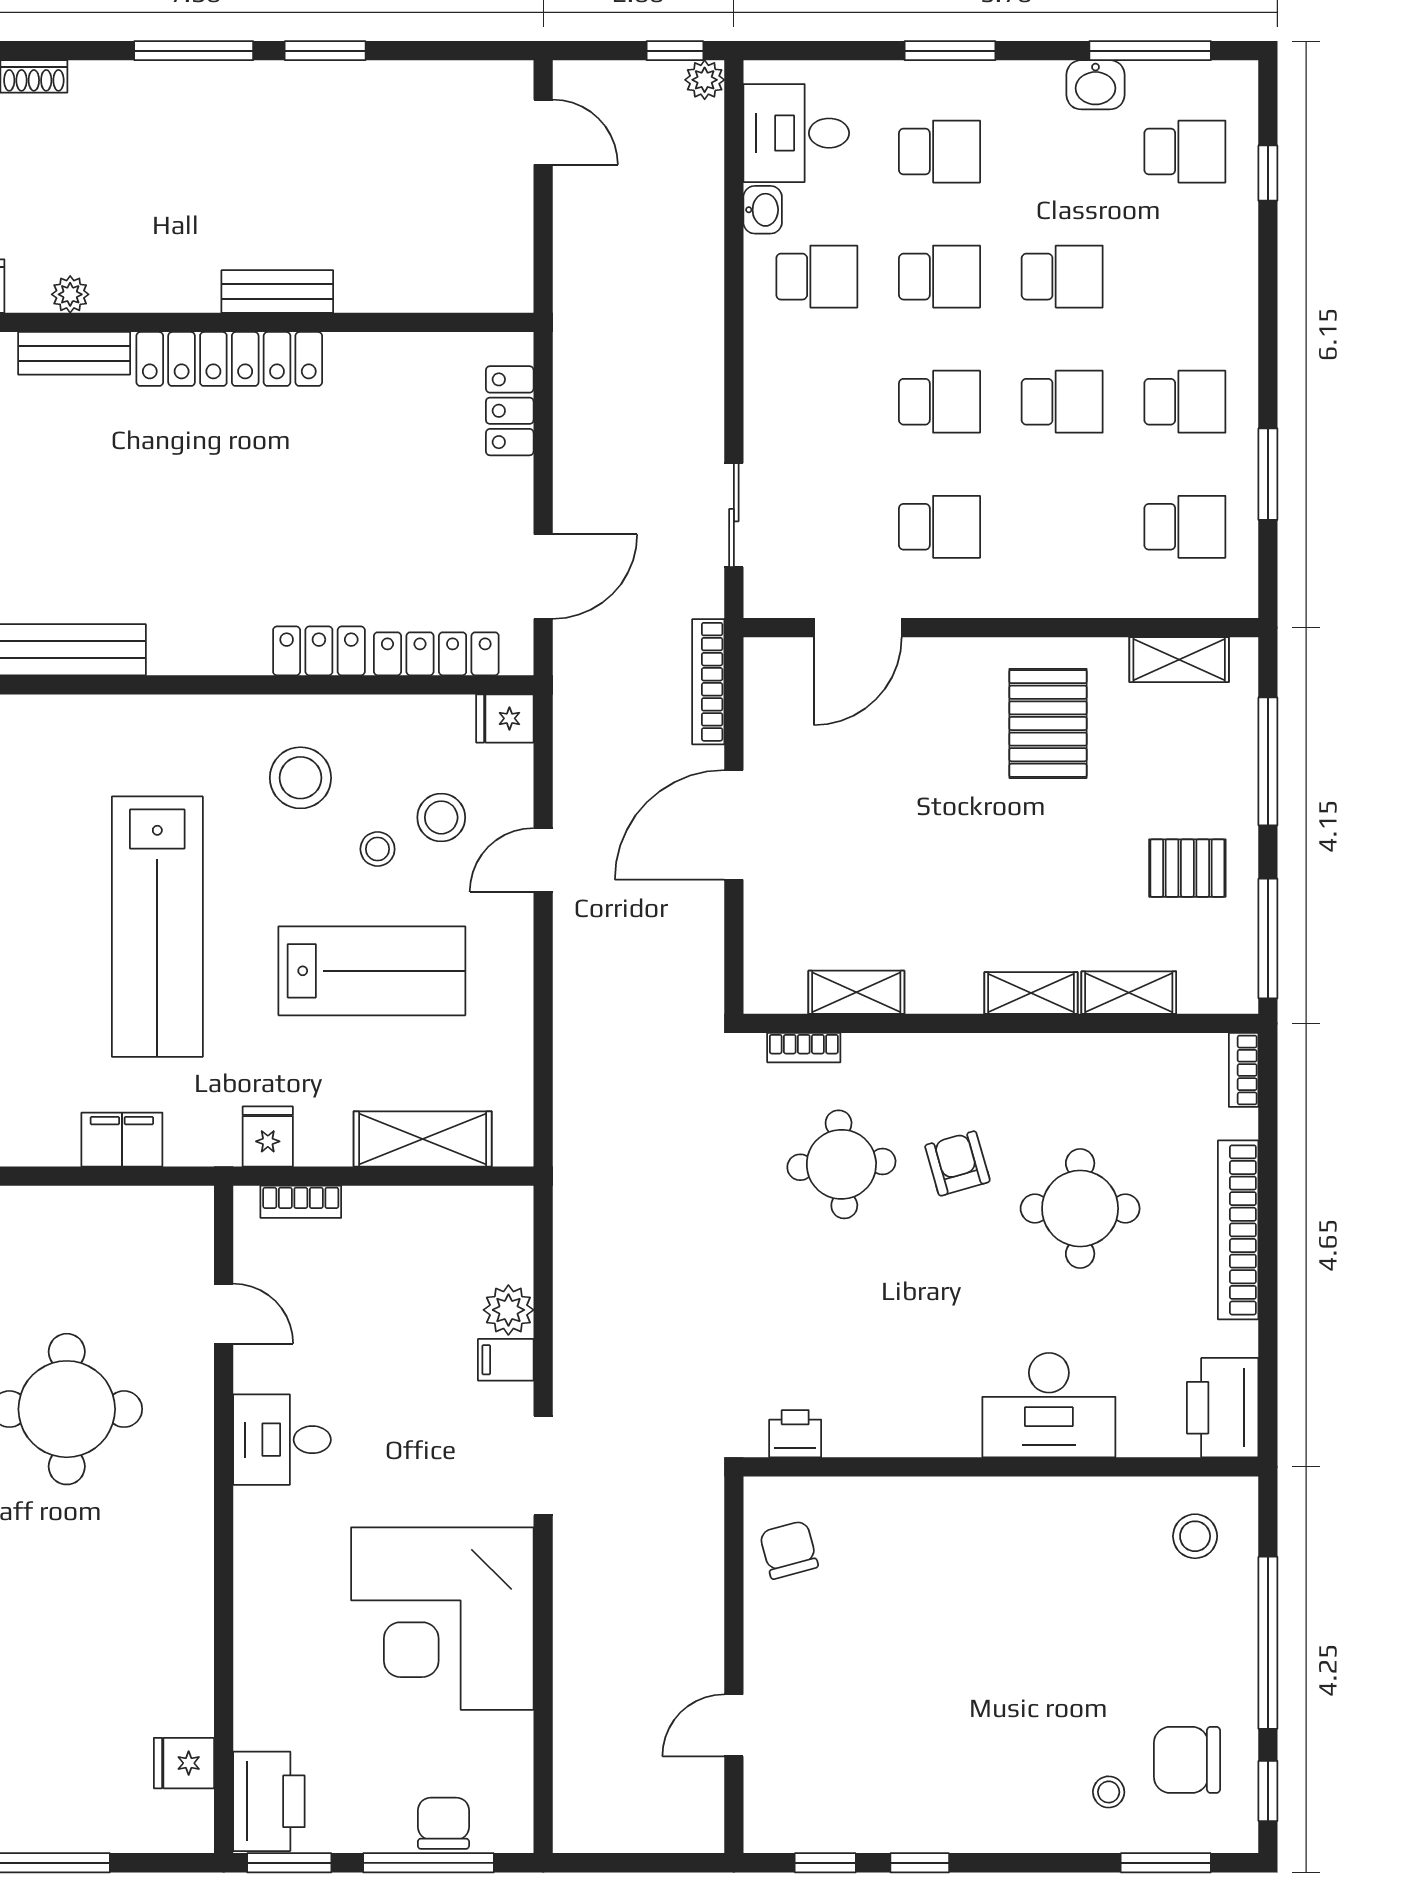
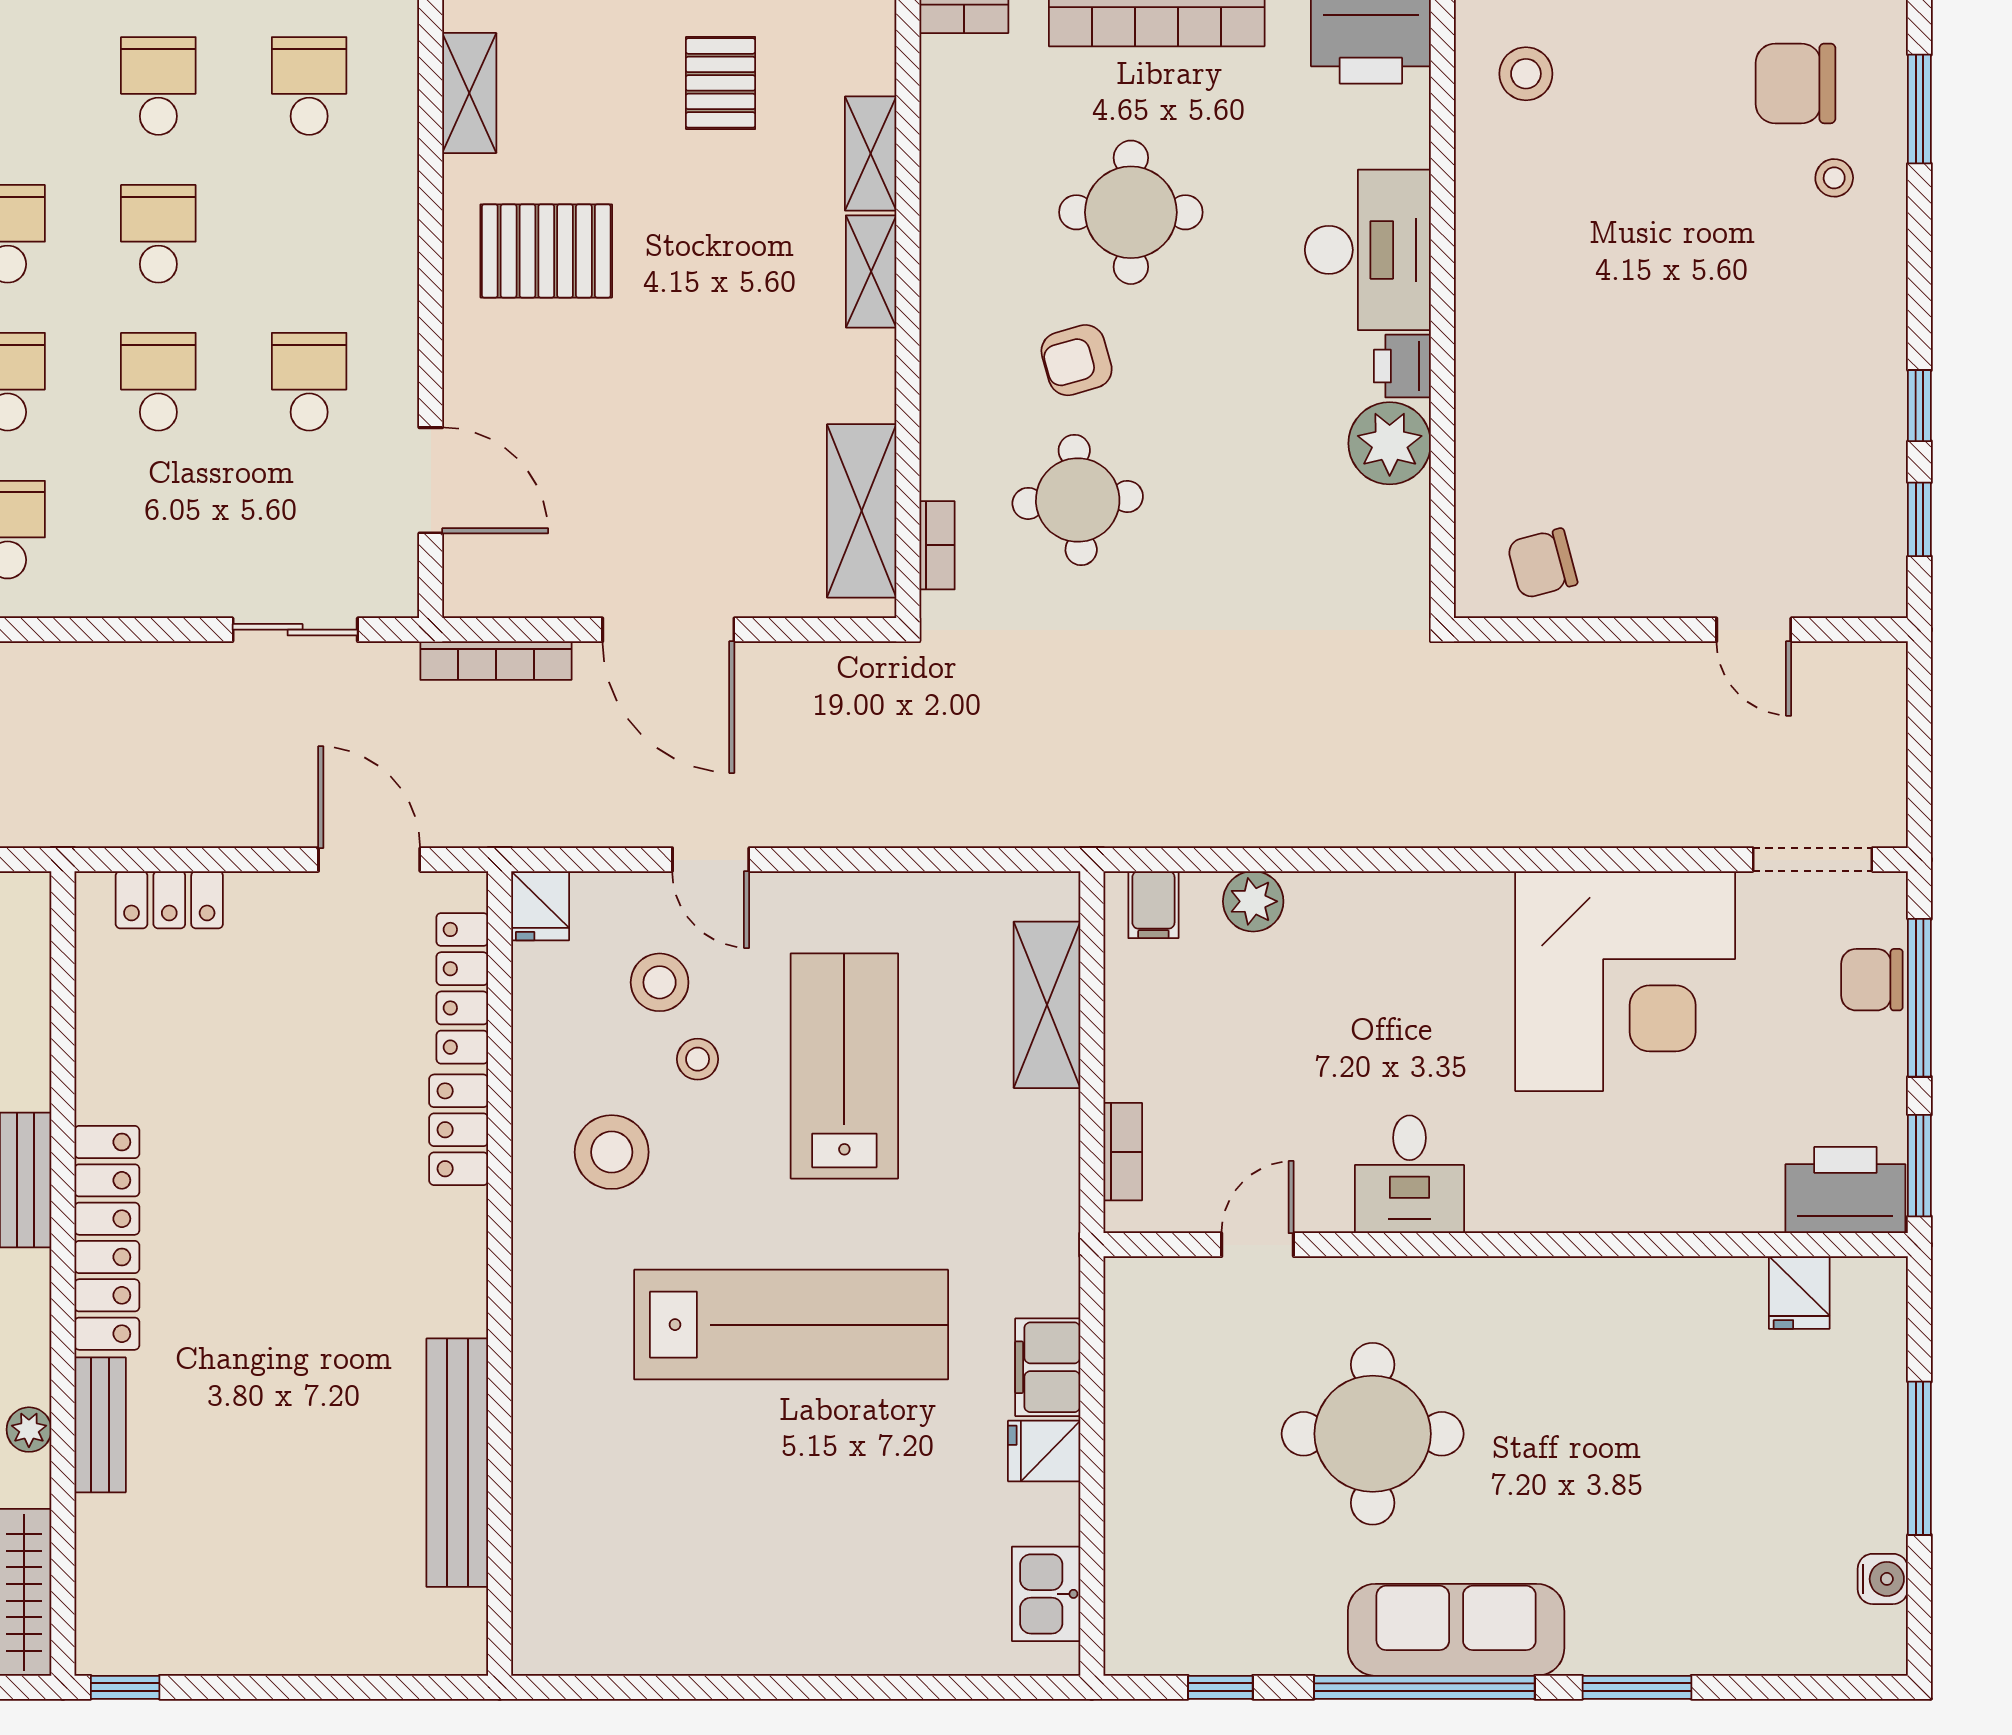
shelving: (856, 992) -> (862, 511), width x1.50, depth x1.33
fridge: (268, 1137) -> (1044, 1451), moved
filing cabinet: (506, 1360) -> (1153, 905), moved
plant: (888, 1423) -> (1390, 443), added
printer: (795, 1434) -> (1402, 366), moved
doorway: (543, 1466) -> (1813, 860), moved
chair: (1187, 1760) -> (1795, 83), turned 90

